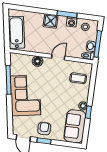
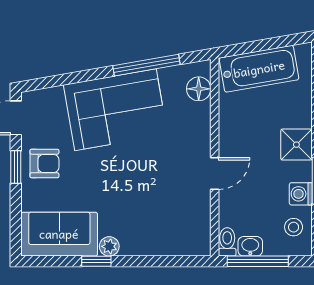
door: (58, 57) -> (215, 174), hinge flipped
floor lamp: (37, 61) -> (199, 89), moved
coffee table: (78, 78) -> (172, 227), removed

